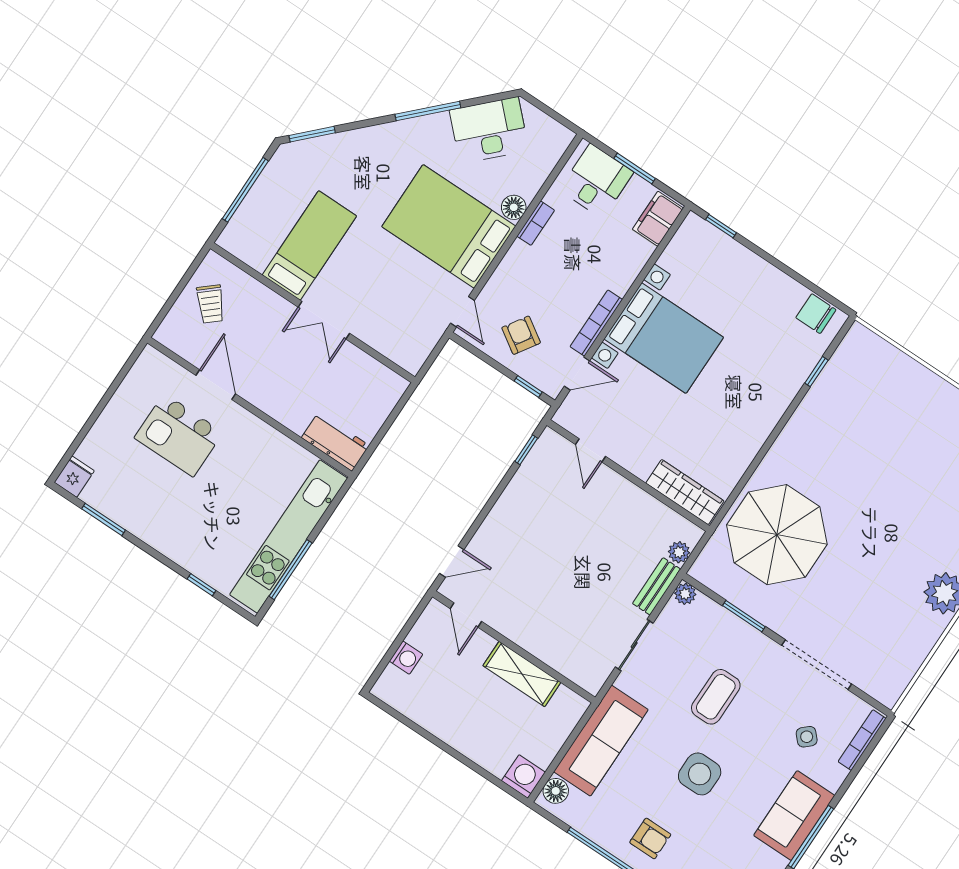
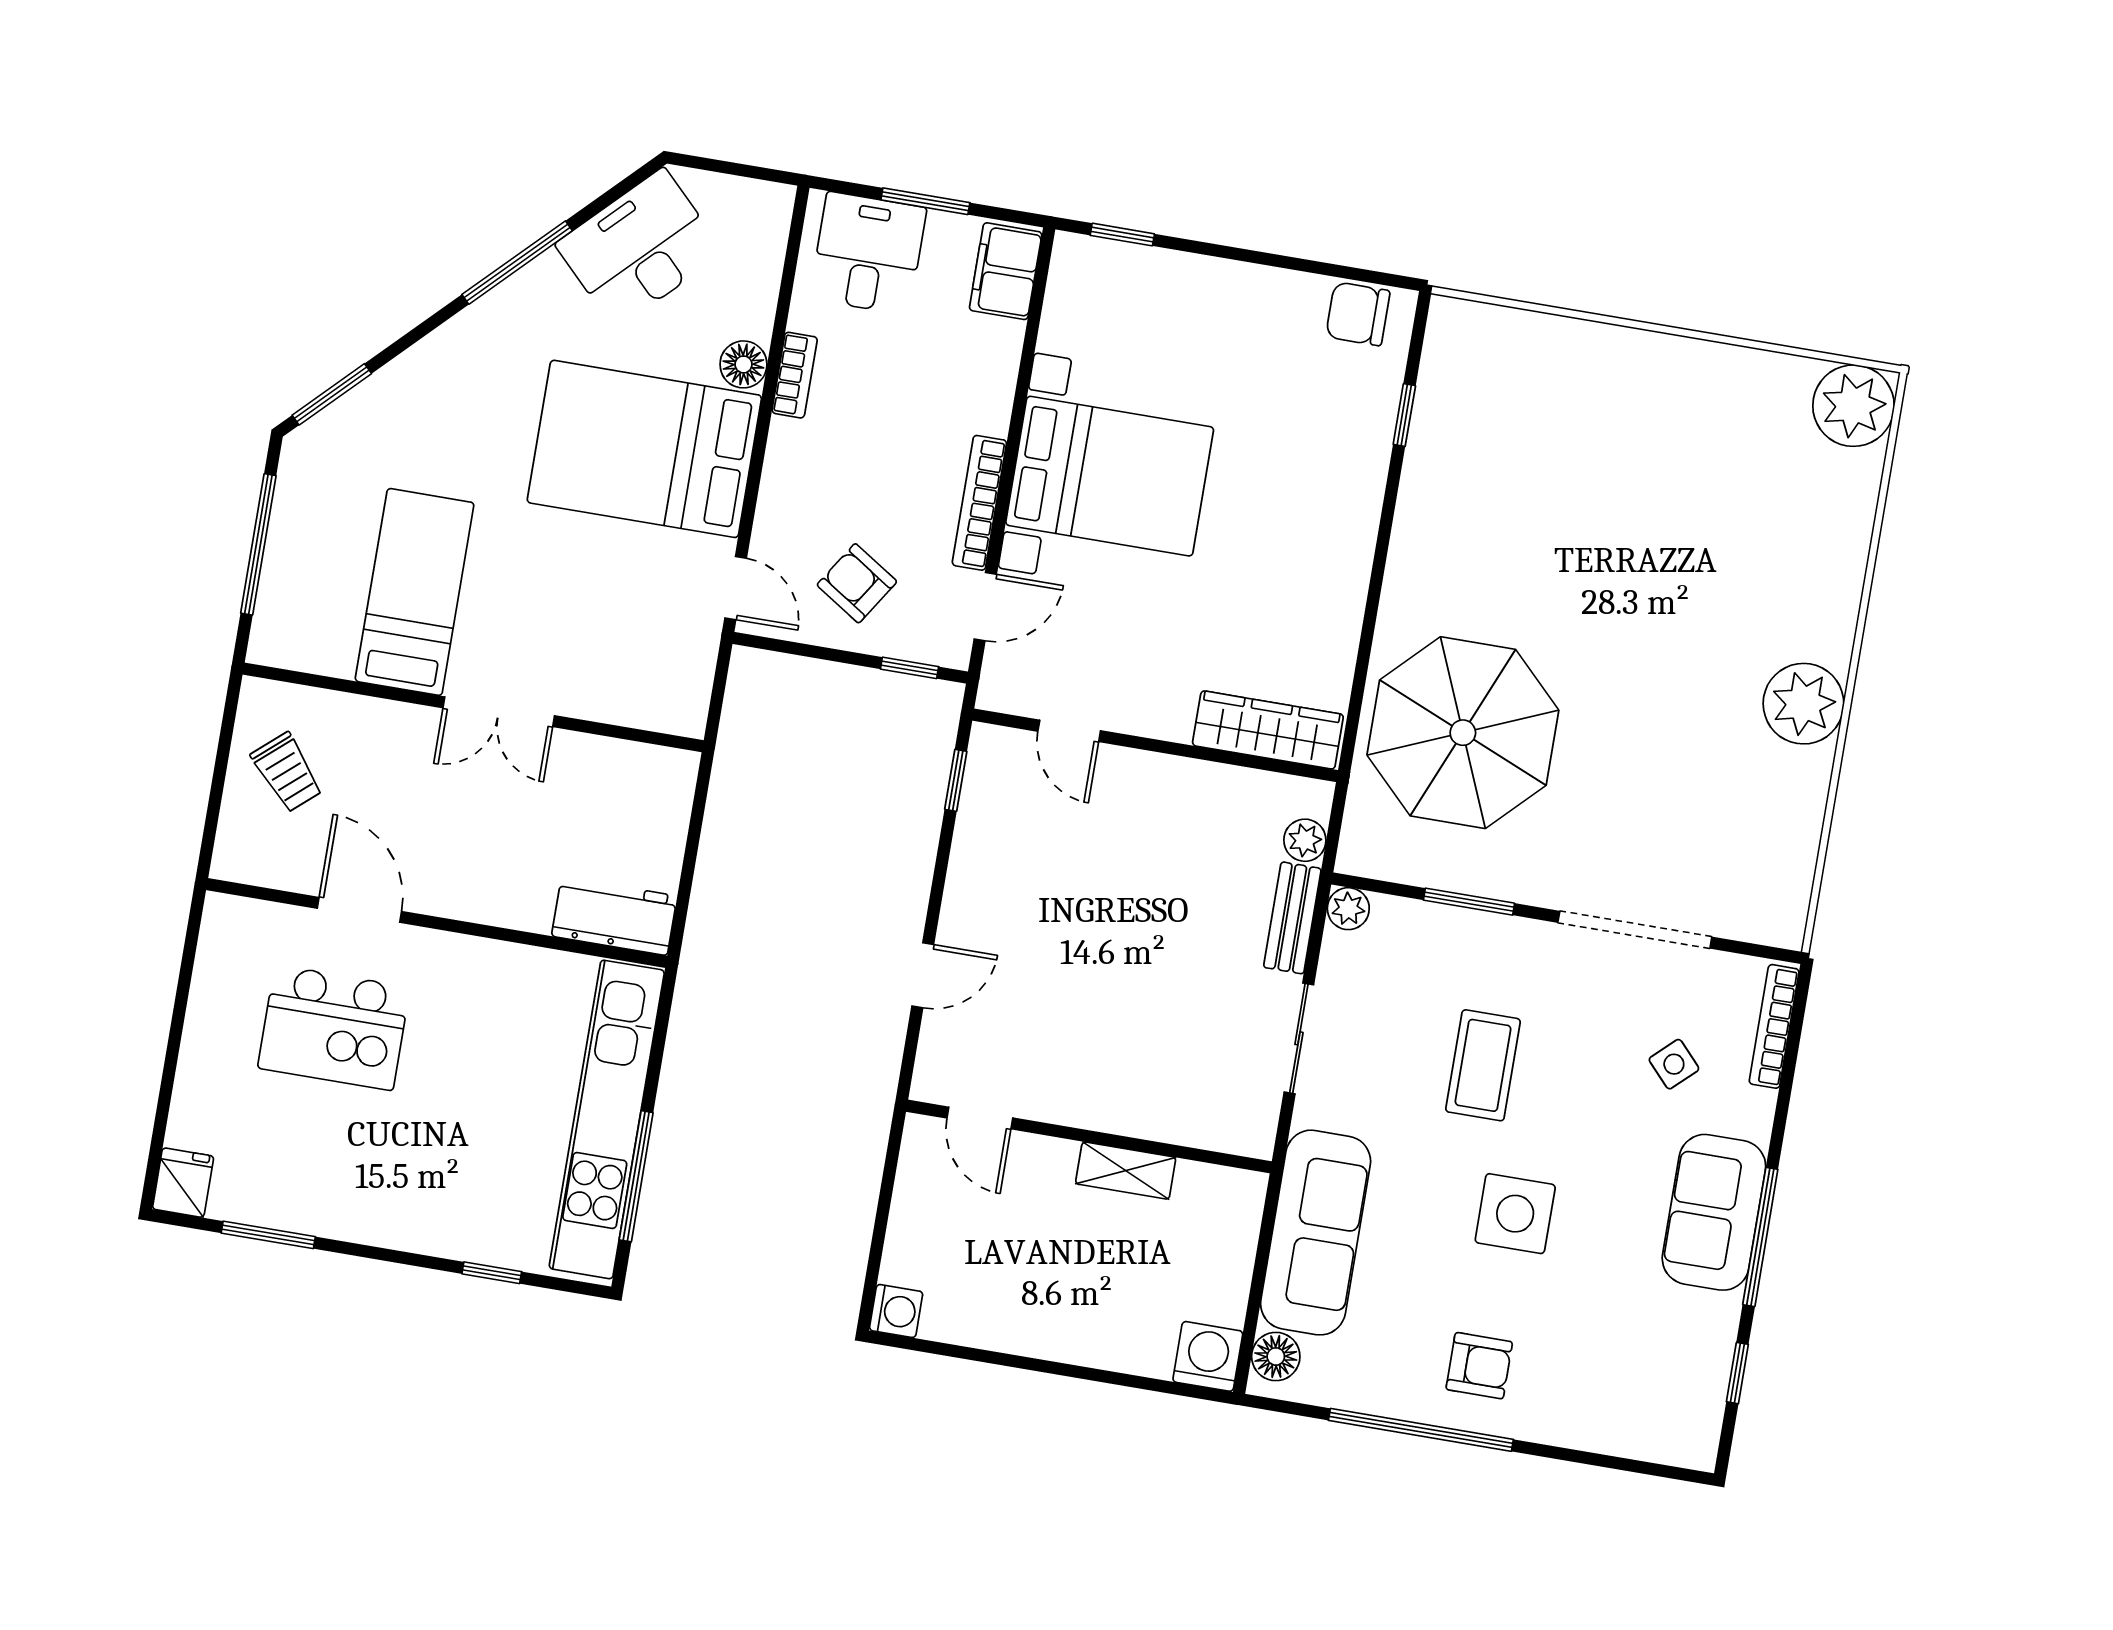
door: (452, 561) -> (923, 975), moved
washing machine: (406, 658) -> (896, 1311), moved
shelving: (522, 674) -> (1126, 1171), width x0.67, depth x0.75

